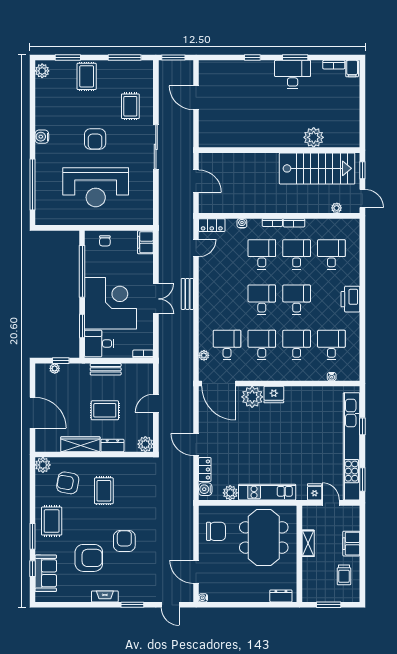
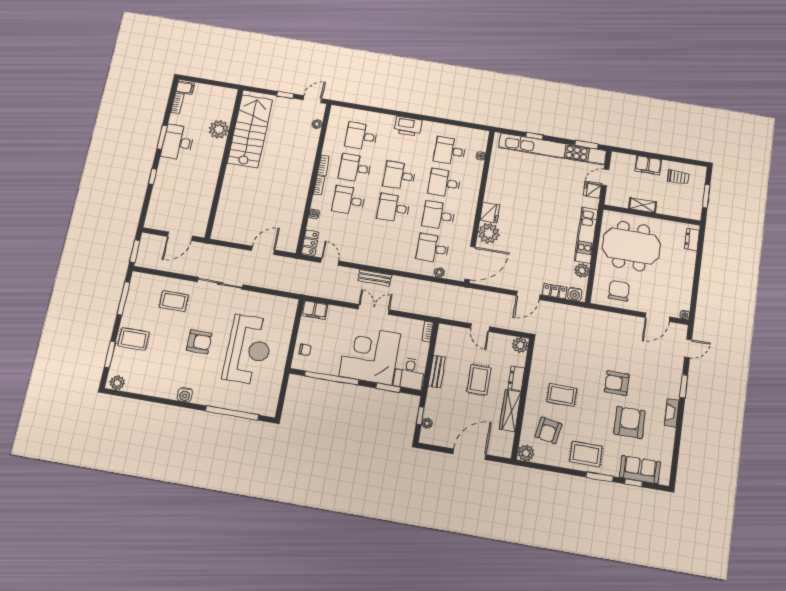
plant: (314, 137) -> (219, 129), moved
wall: (279, 150) -> (224, 163), moved
stairs: (317, 168) -> (250, 131), moved

